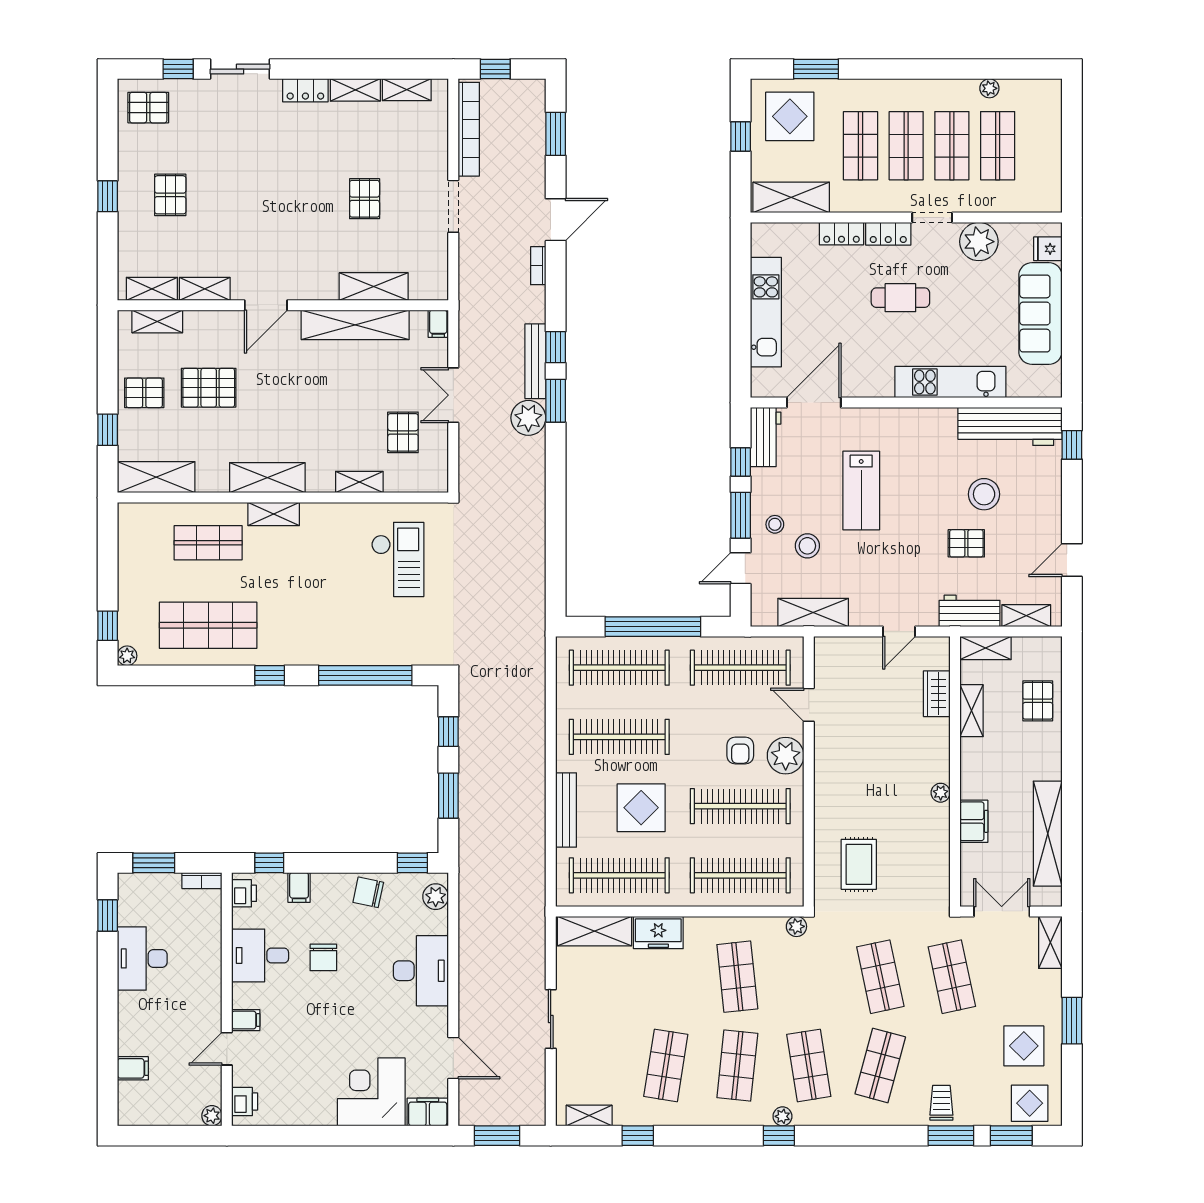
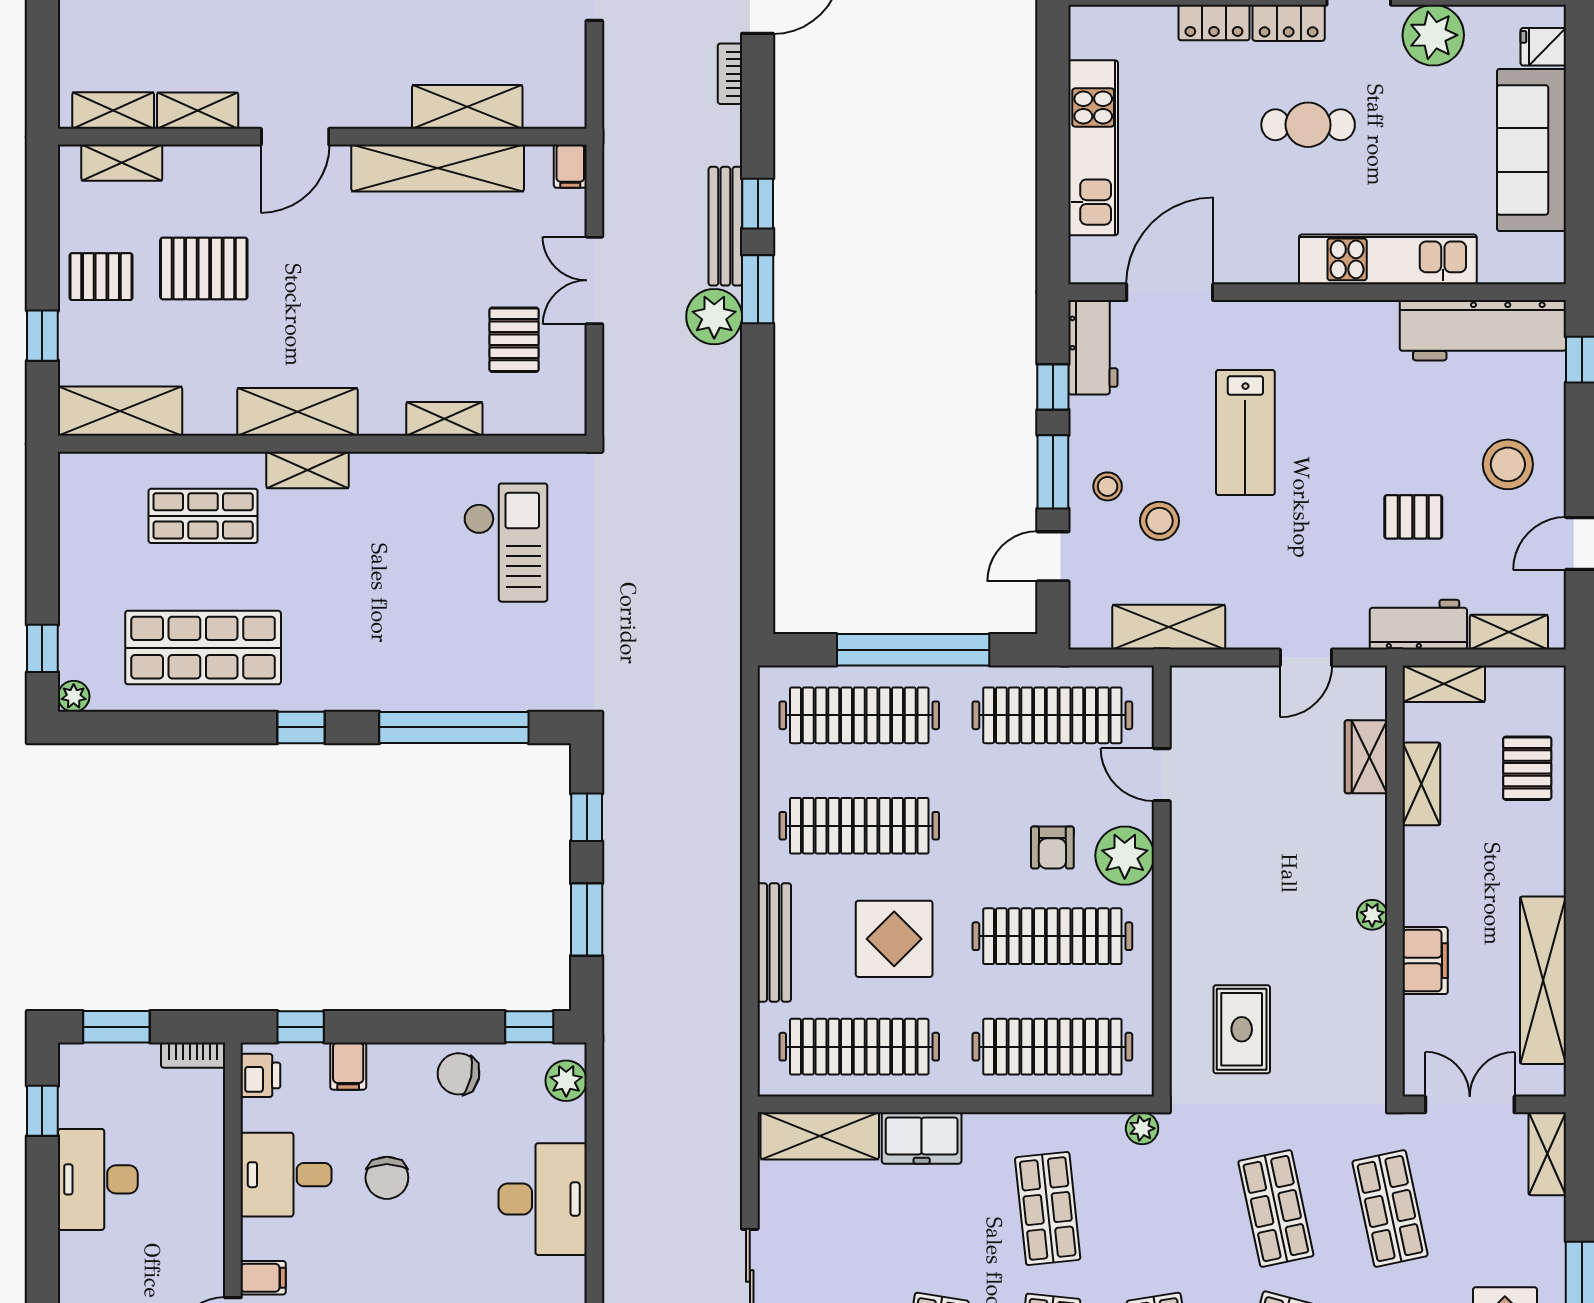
stool: (984, 494) -> (1508, 464), moved

